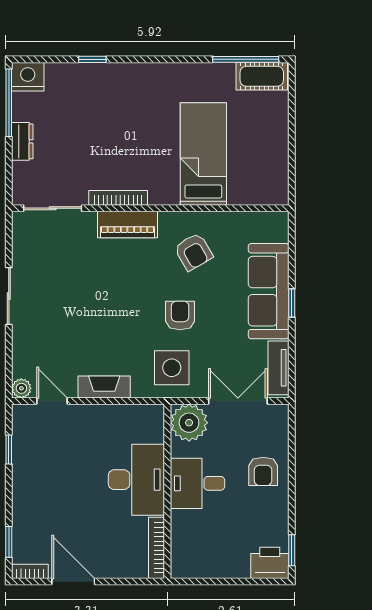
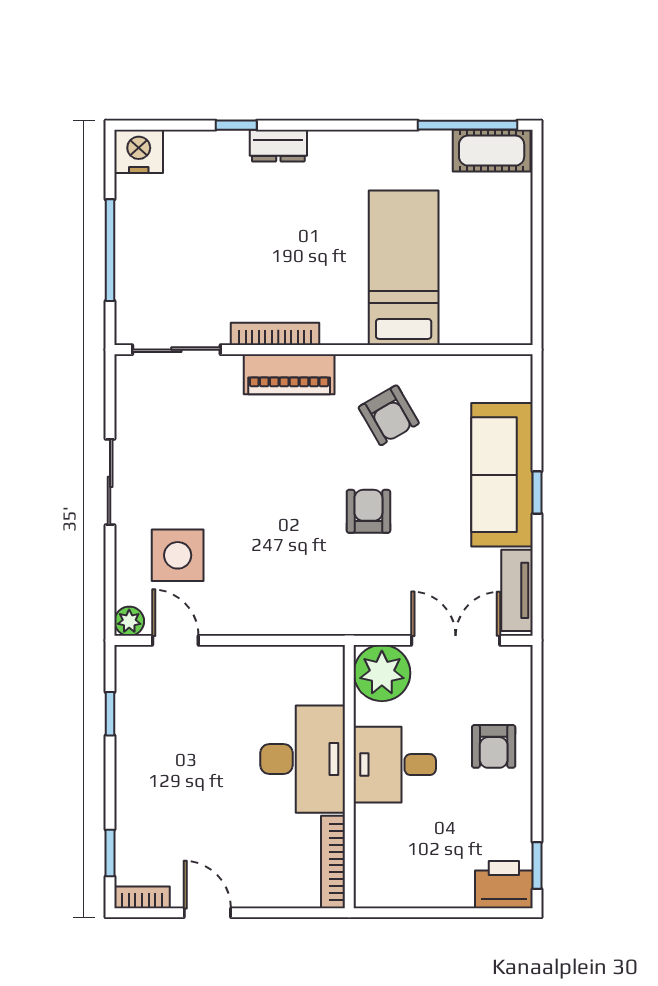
window: (9, 103) -> (110, 250), moved
dresser: (22, 141) -> (278, 146), moved, turned 90
side table: (172, 368) -> (178, 555), moved
fireplace: (104, 387) -> (254, 619), removed
door: (73, 582) -> (207, 913), width x0.73

